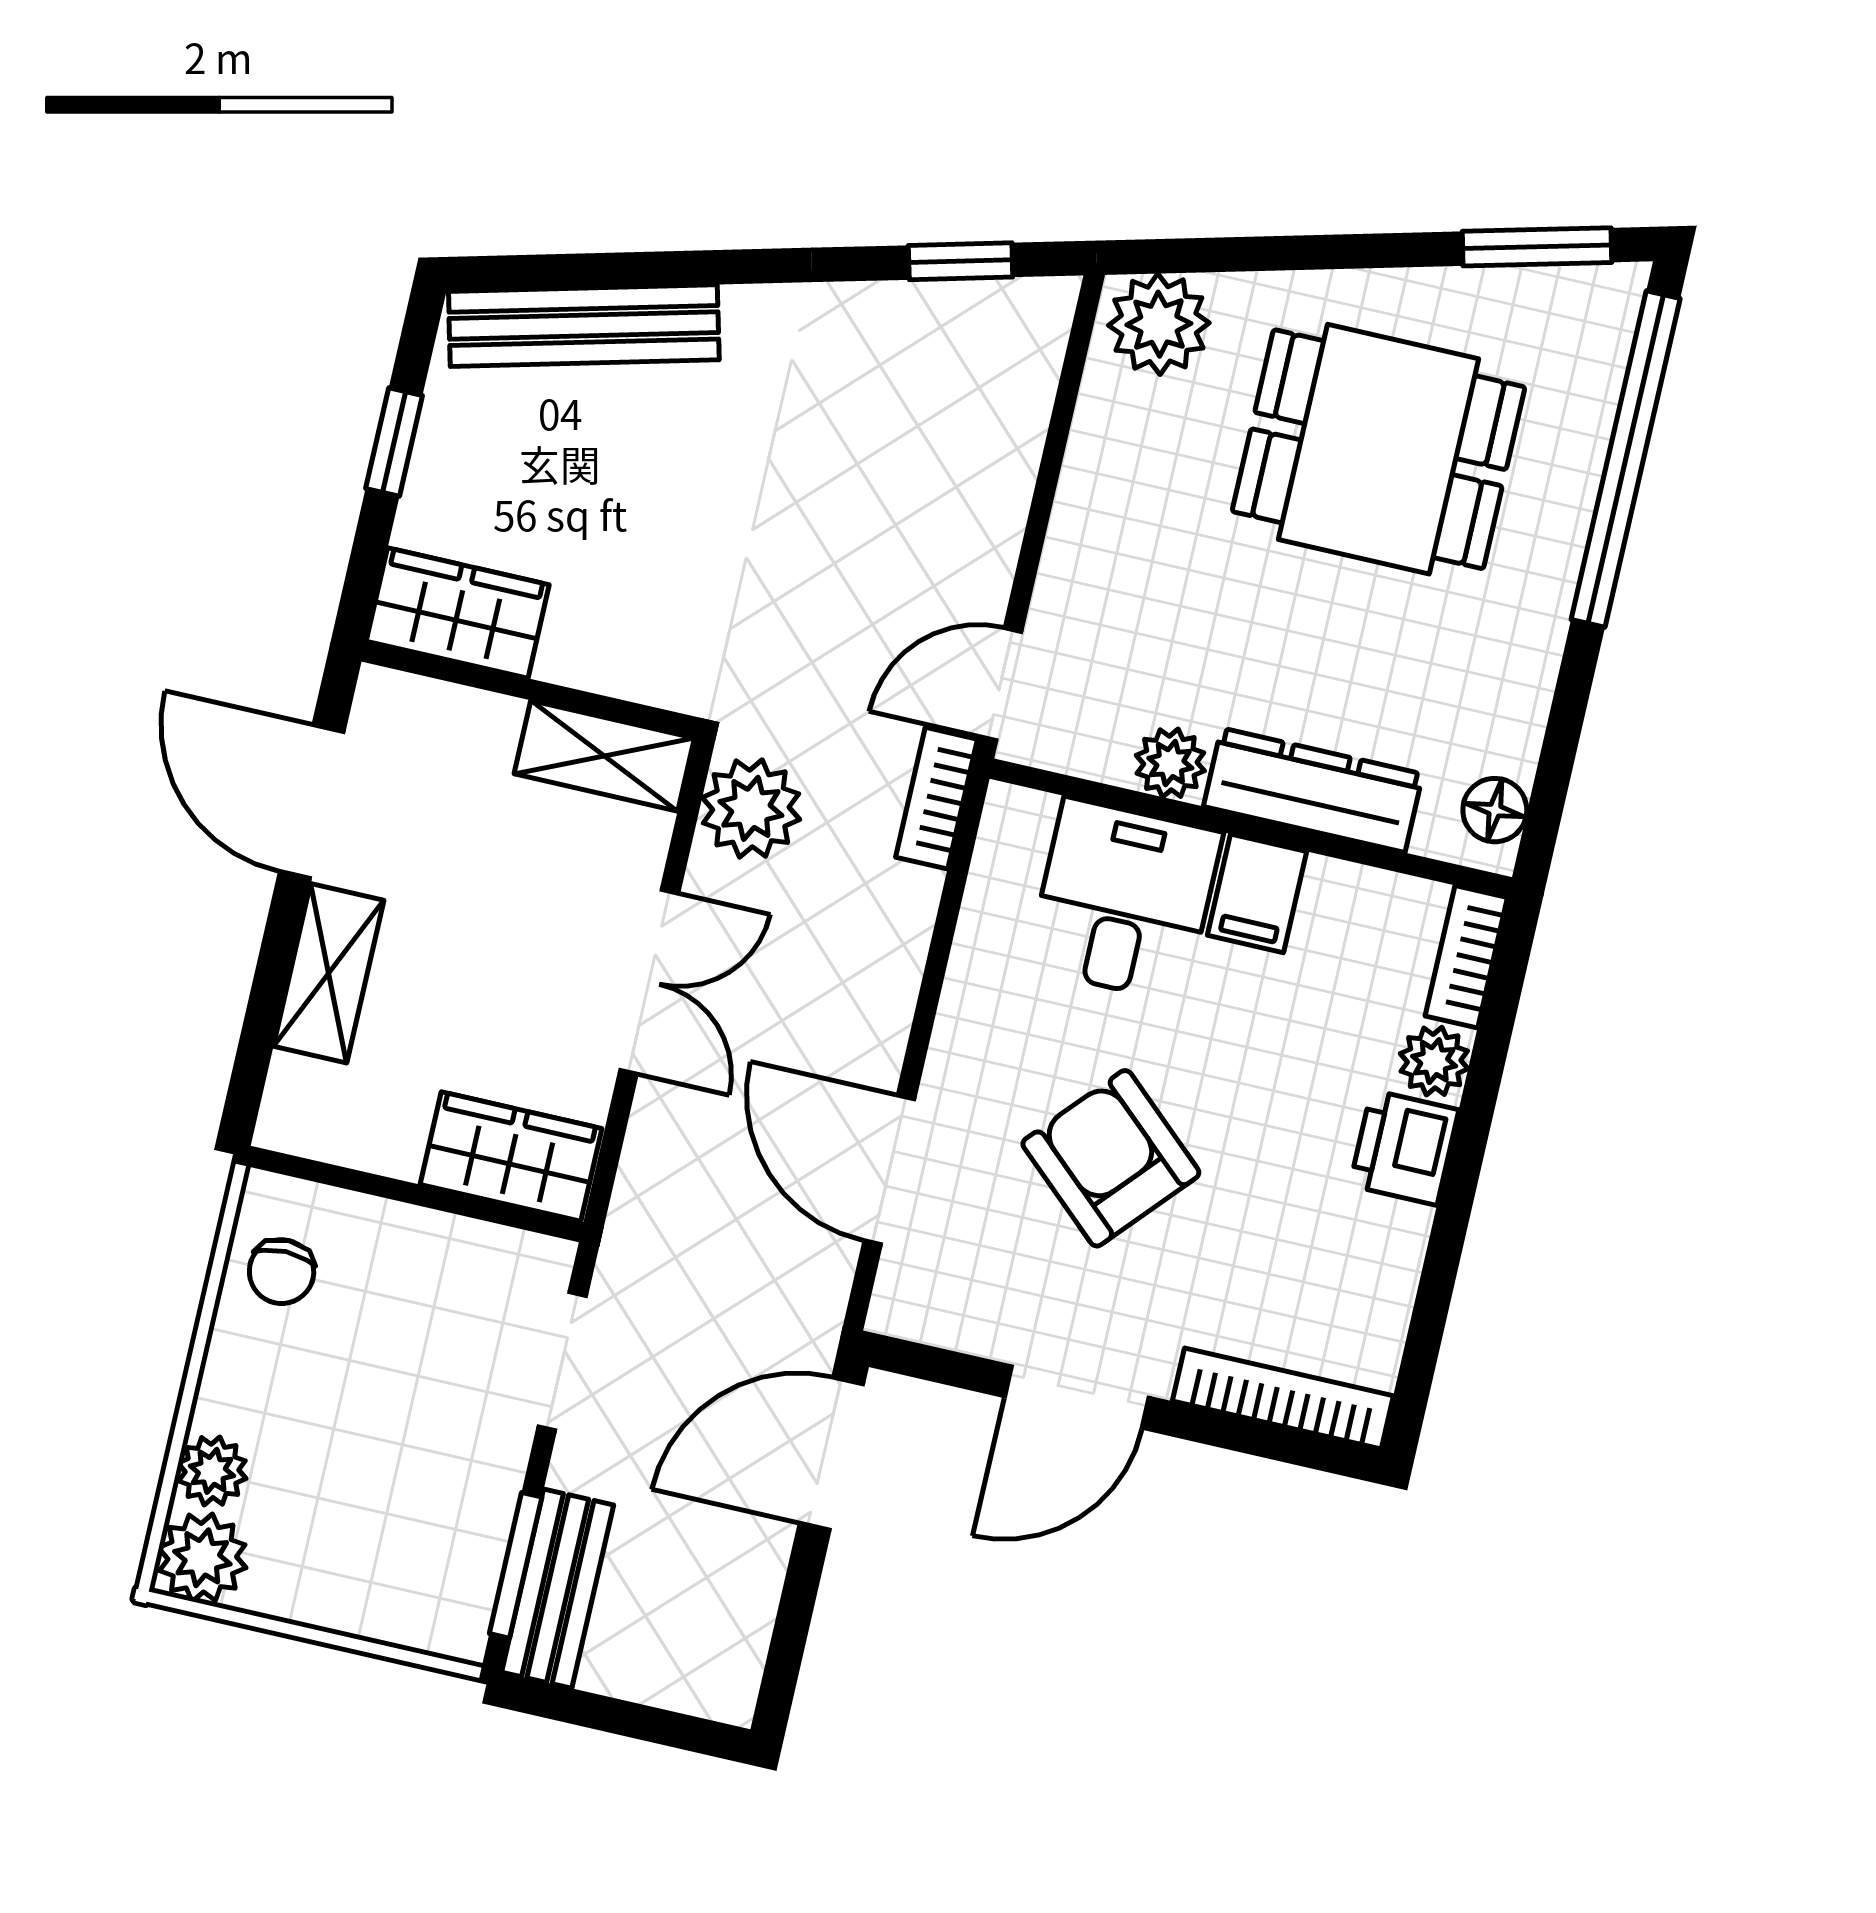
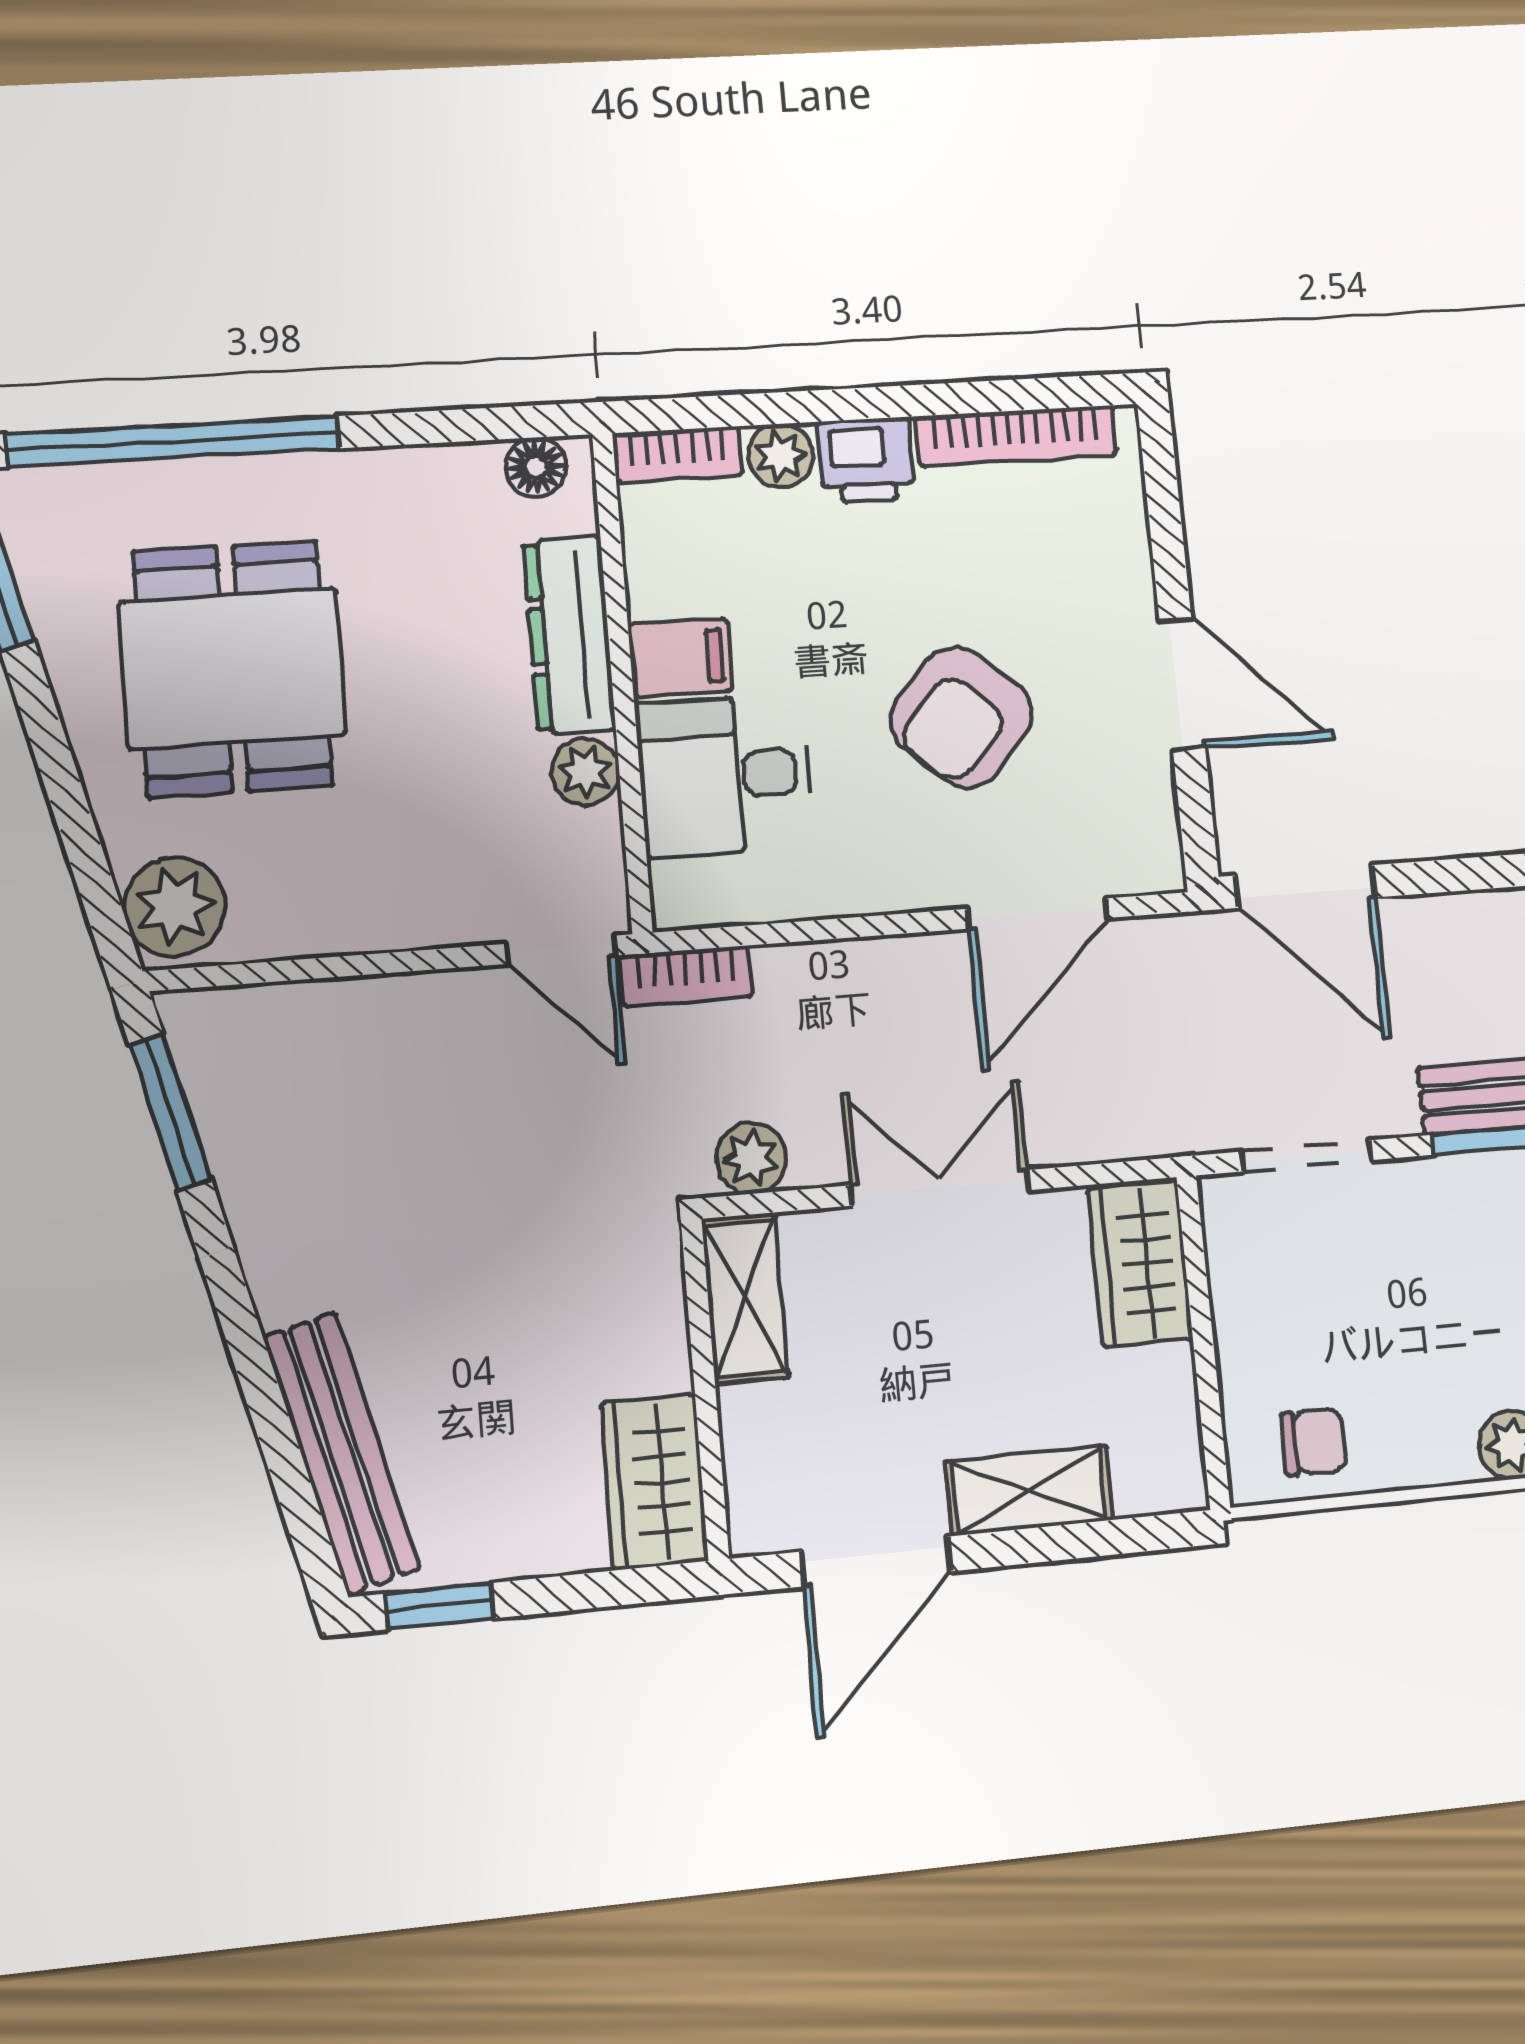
window: (961, 261) -> (170, 1112), width x1.50
window: (394, 442) -> (440, 1606), moved
plant: (751, 808) -> (751, 1158), width x0.73, depth x0.73
bookcase: (1283, 1398) -> (1016, 436), moved, turned -90

